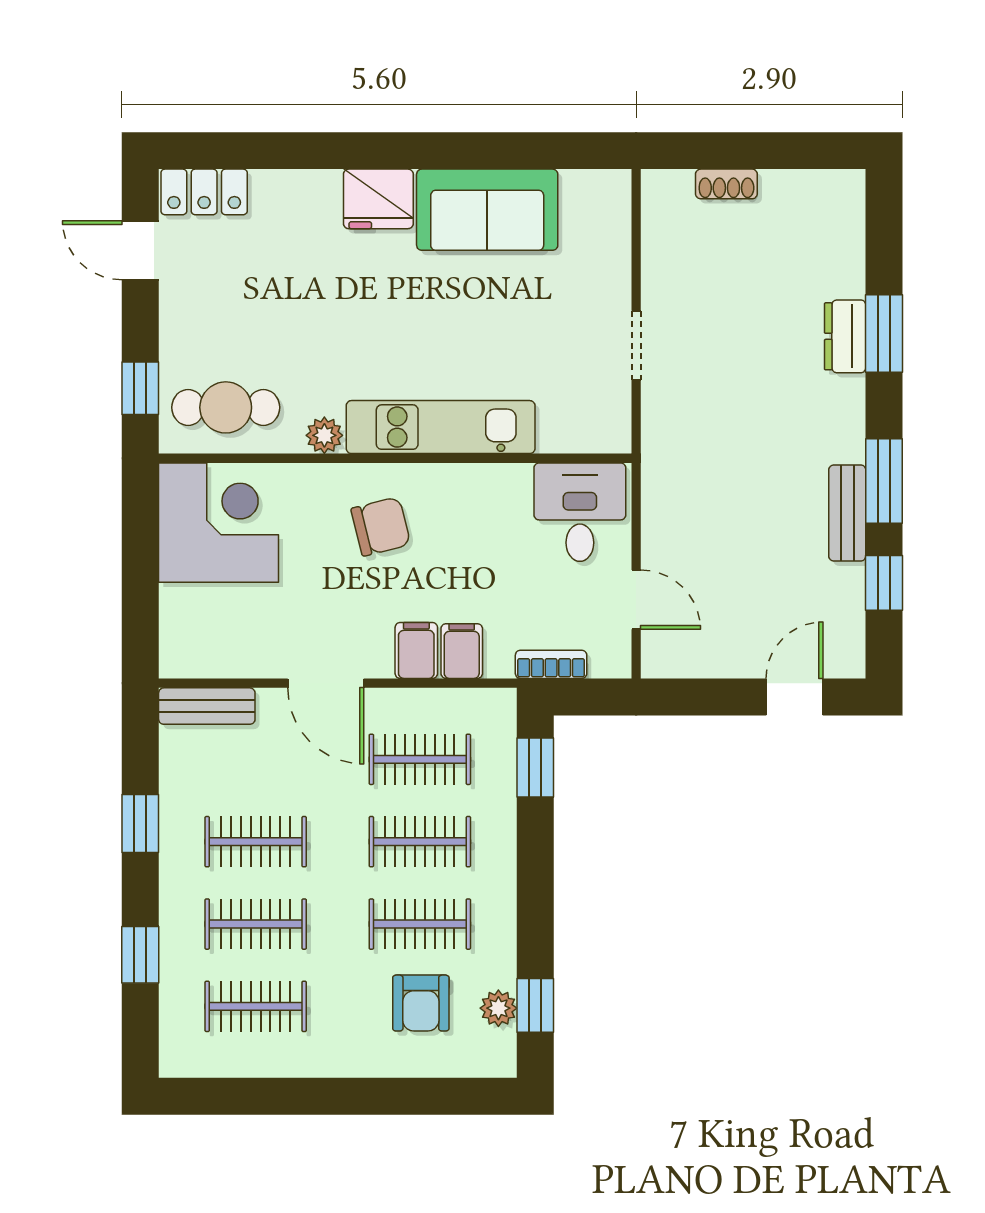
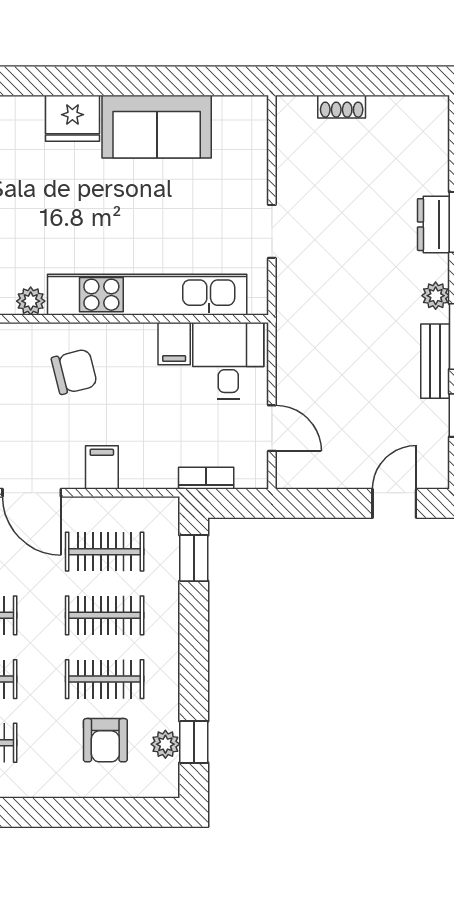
kitchen unit: (441, 427) -> (147, 295), width x1.36
plant: (848, 428) -> (436, 296), added
filing cabinet: (462, 651) -> (174, 344), moved, turned 180

